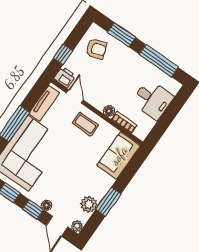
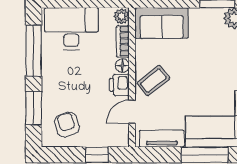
printer: (65, 77) -> (119, 85), moved
desk: (153, 100) -> (71, 29), width x1.37
coffee table: (85, 124) -> (153, 81), turned 51
plant: (141, 133) -> (121, 16), added

